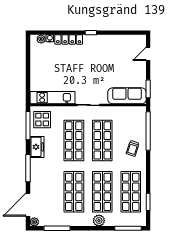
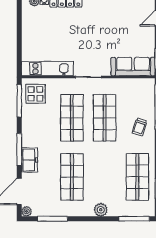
freezer: (37, 147) -> (29, 160), moved
shop shelf: (102, 192) -> (105, 177), removed

